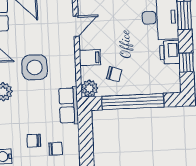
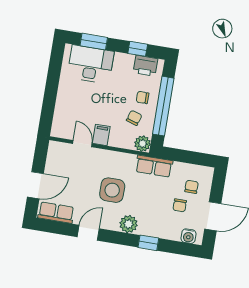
printer: (170, 52) -> (145, 66), moved
filing cabinet: (90, 58) -> (101, 135), moved
chair: (137, 78) -> (143, 97), added

